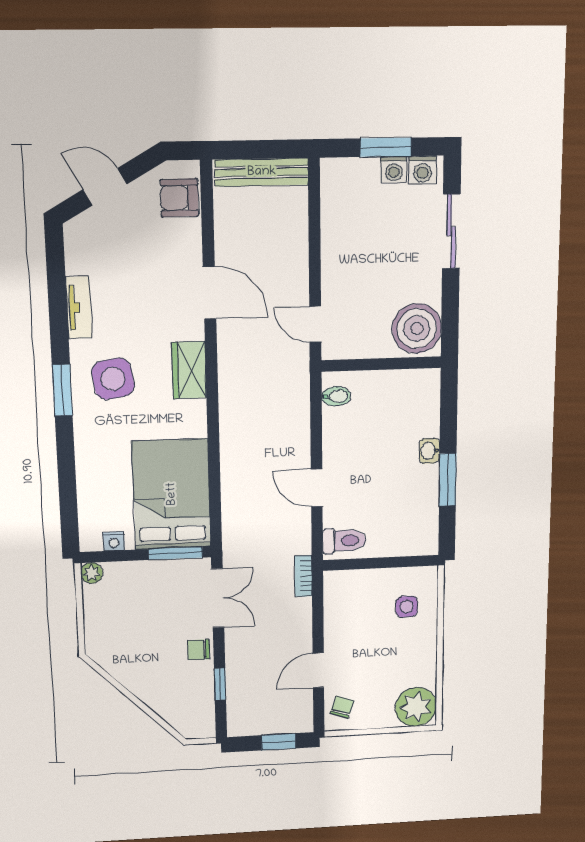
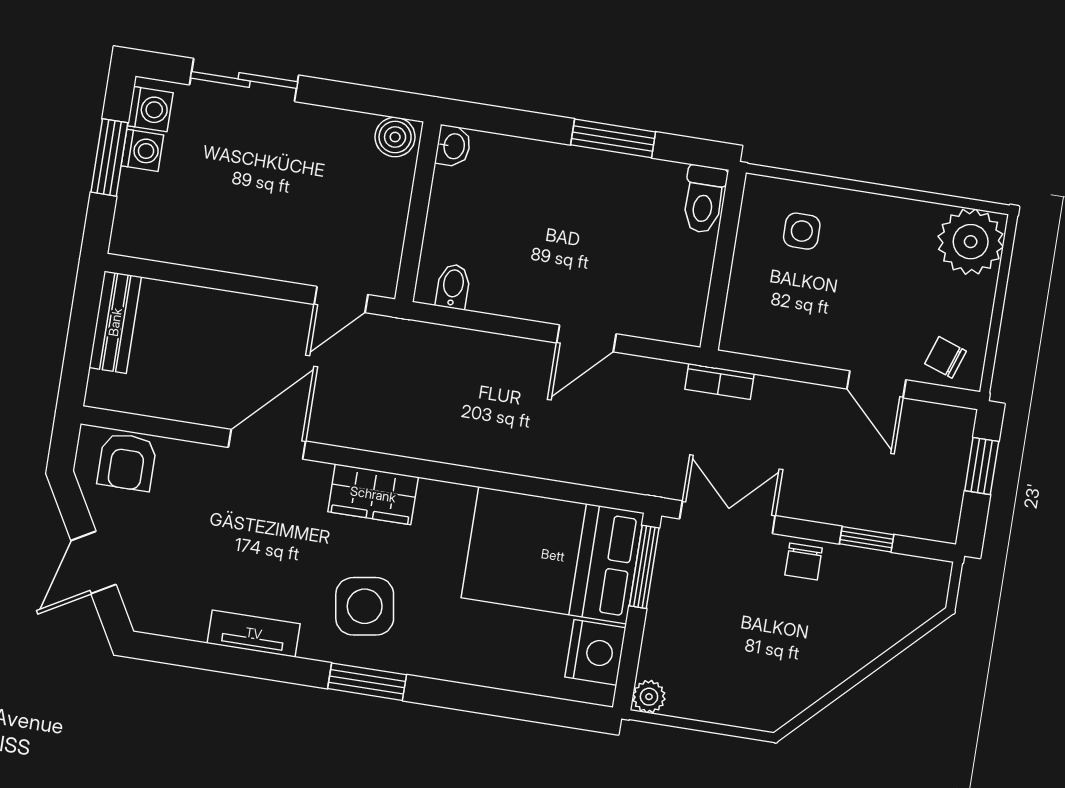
bench: (262, 172) -> (115, 322), width x0.73
boiler: (417, 328) -> (395, 137), width x0.54, depth x0.54
washbasin: (429, 451) -> (453, 146), moved, turned -90
nightstand: (114, 541) -> (595, 652), width x1.89, depth x1.79
toilet: (344, 541) -> (704, 199), moved, turned 180

